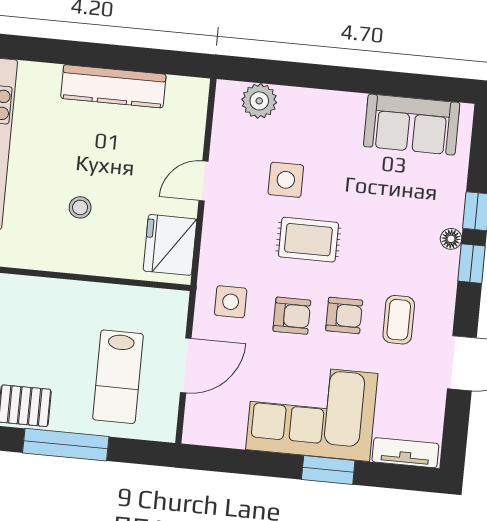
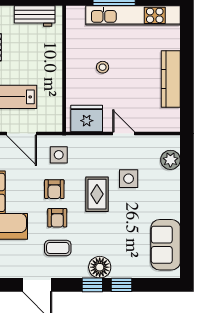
floor lamp: (451, 239) -> (100, 267), width x1.89, depth x1.89

